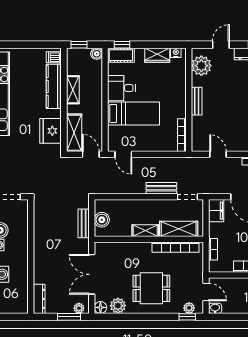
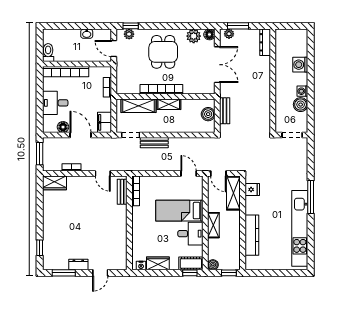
dishwasher: (54, 57) -> (252, 262), removed
plant: (201, 66) -> (118, 254), removed
shelving: (73, 90) -> (213, 225), moved
bench: (197, 101) -> (122, 192), moved
fridge: (51, 131) -> (252, 189), width x0.53, depth x0.75
bookcase: (176, 247) -> (161, 89), moved
dining table: (151, 288) -> (163, 52), turned 90
washbasin: (215, 308) -> (87, 34), moved

